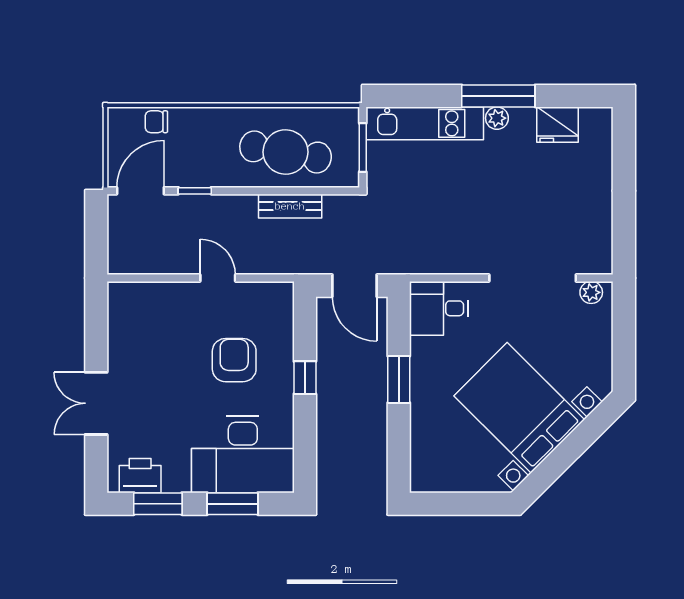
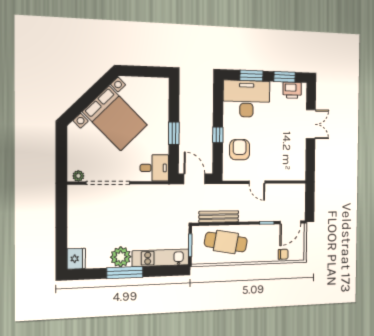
plant: (497, 118) -> (121, 257), width x1.88, depth x1.88
fridge: (558, 125) -> (76, 259), moved, turned 90
bench: (290, 206) -> (219, 217), width x1.36
armchair: (234, 360) -> (240, 150), moved, turned 180

